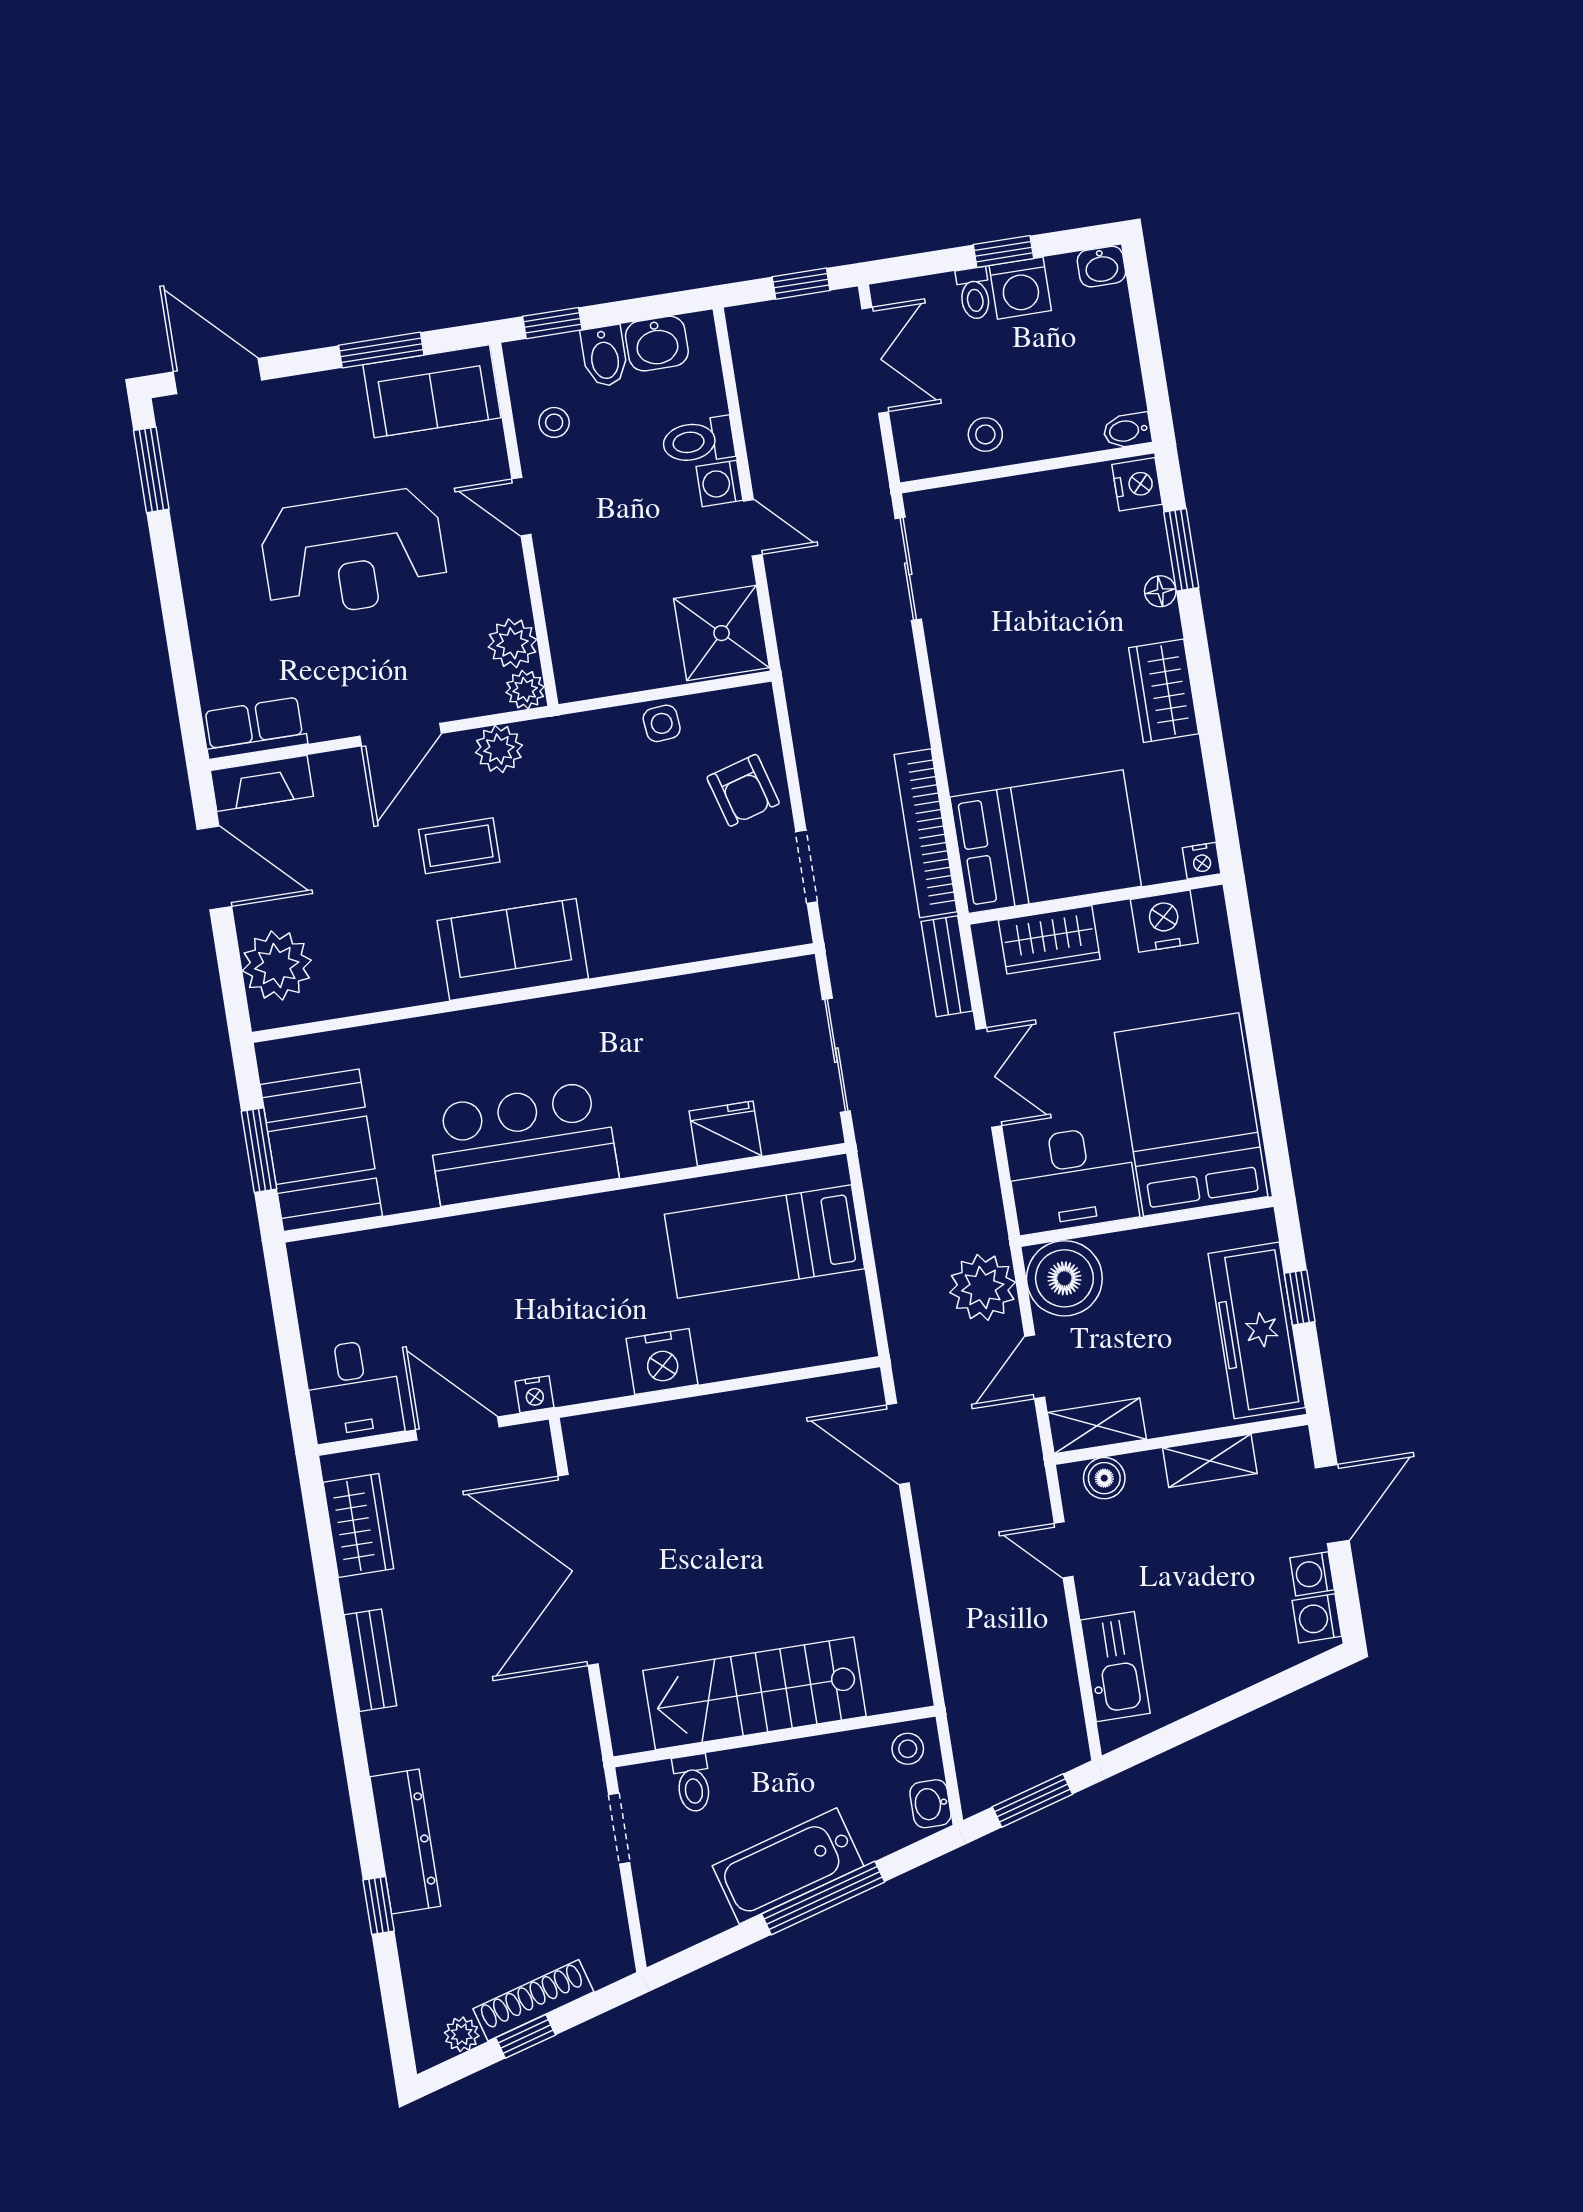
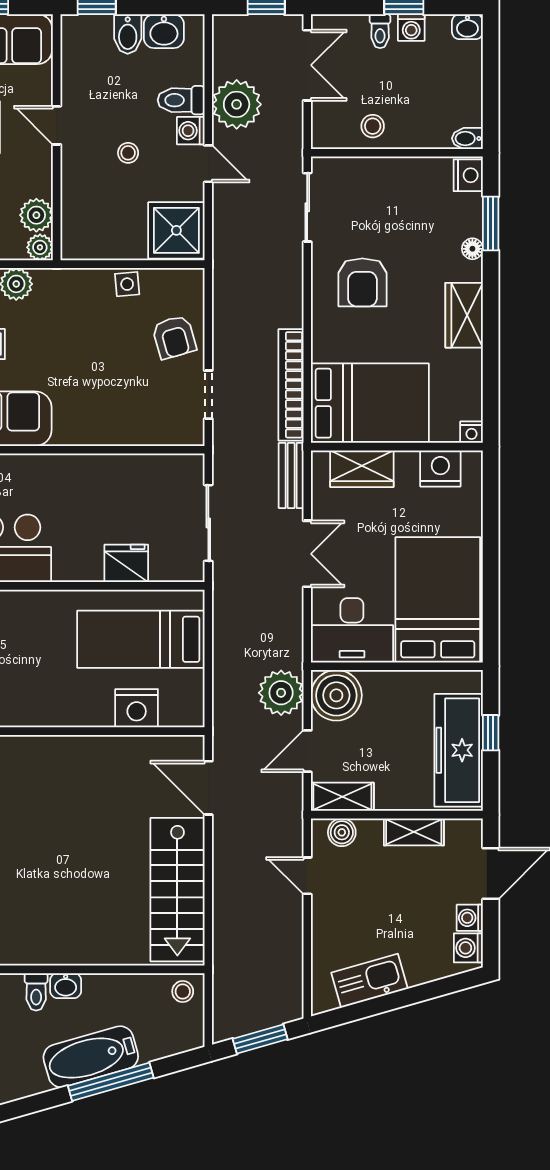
washing machine: (1020, 288) -> (411, 28), width x0.73, depth x0.73
stool: (554, 422) -> (128, 153), moved
plant: (781, 434) -> (237, 104), added
armchair: (1007, 666) -> (362, 282), added
nightstand: (662, 1362) -> (137, 708), moved
kitchen sink: (1115, 1667) -> (370, 981), moved, turned -106
stairs: (755, 1693) -> (177, 890), moved, turned -90
washbasin: (930, 1804) -> (66, 986), moved, turned -90

